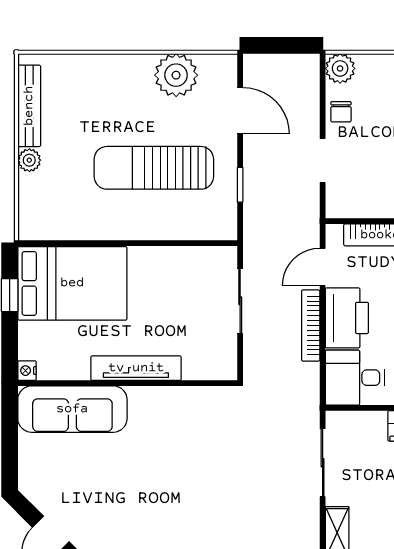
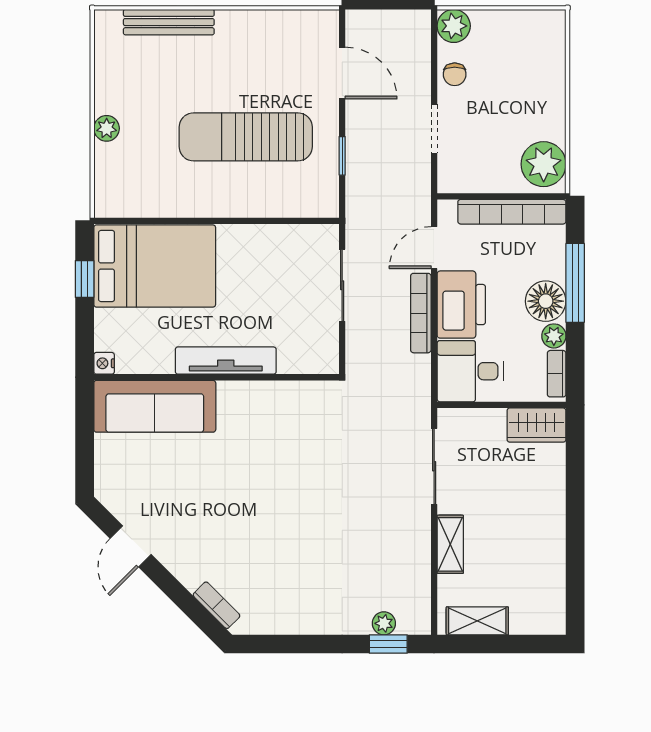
plant: (176, 75) -> (270, 33), removed
bench: (29, 106) -> (169, 22), moved, turned 90

